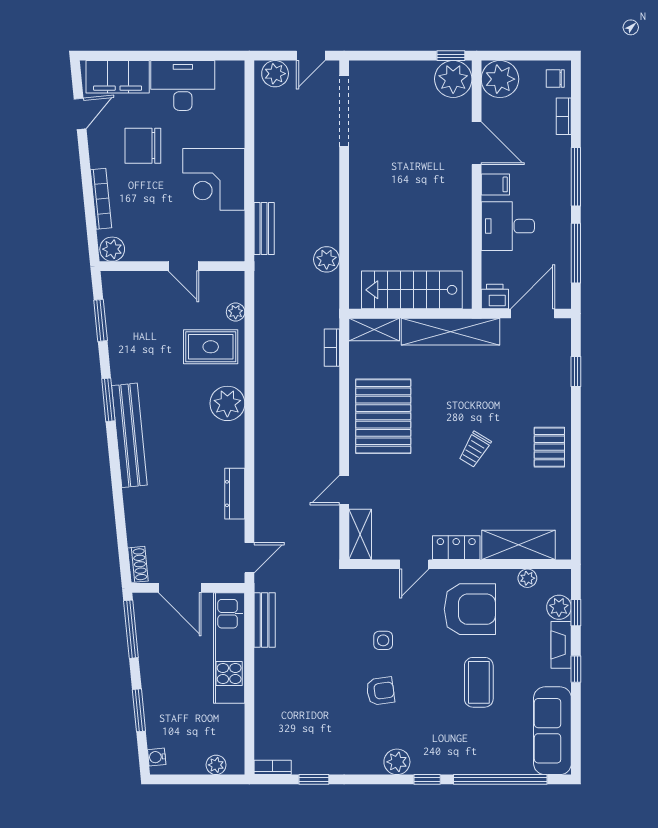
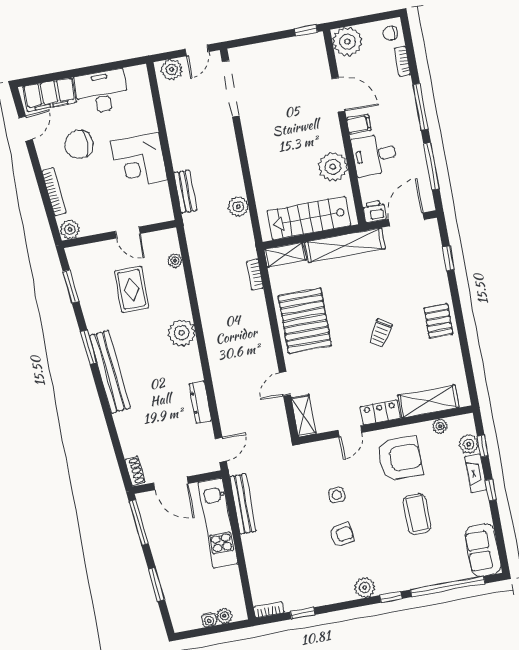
plant: (453, 79) -> (333, 167), moved
rug: (211, 347) -> (132, 289), moved, turned 90
bench: (265, 620) -> (243, 504), width x1.36
sofa: (552, 731) -> (483, 550), width x0.73
water cooler: (157, 757) -> (209, 620), moved, turned -84

